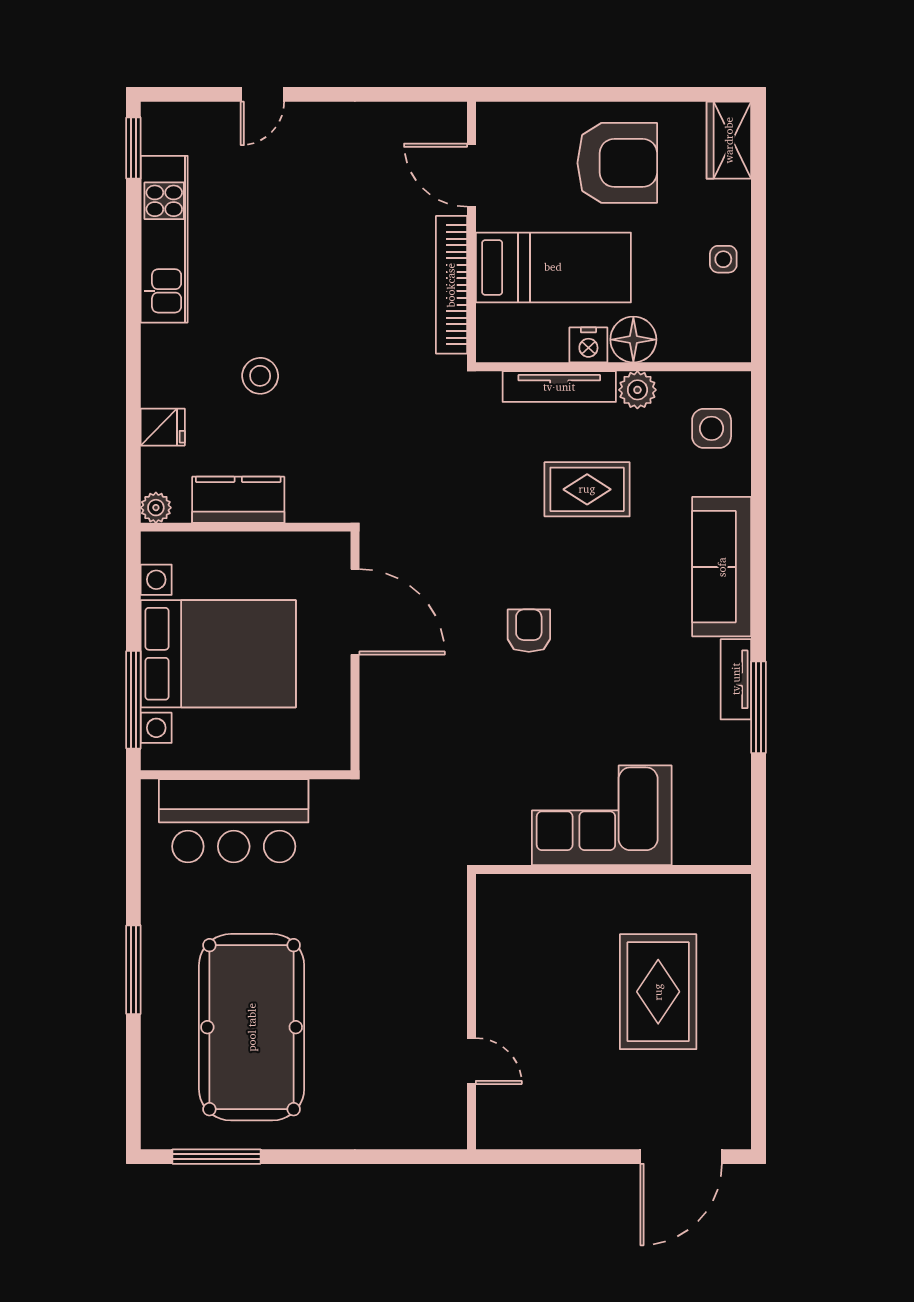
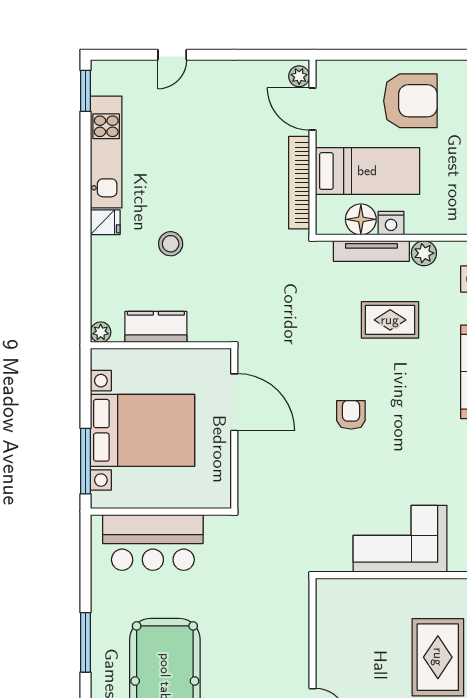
plant: (452, 126) -> (299, 76), added
floor lamp: (633, 340) -> (361, 219), moved
fridge: (163, 427) -> (105, 222), moved

